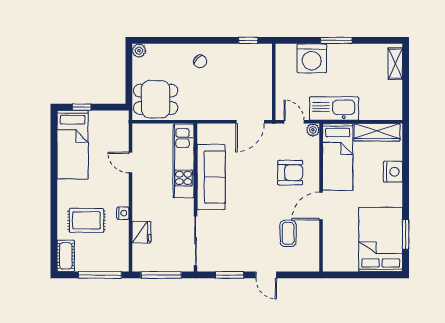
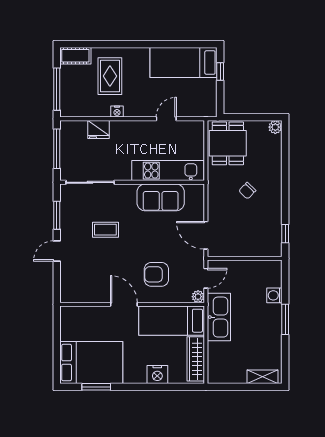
washing machine: (312, 58) -> (274, 295), width x0.53, depth x0.53
chair: (200, 61) -> (247, 191), moved
armchair: (290, 173) -> (156, 274), turned 90
sofa: (211, 177) -> (161, 197), width x0.73
coffee table: (288, 233) -> (105, 230), moved

